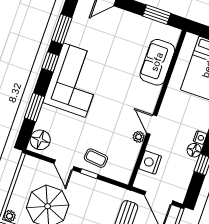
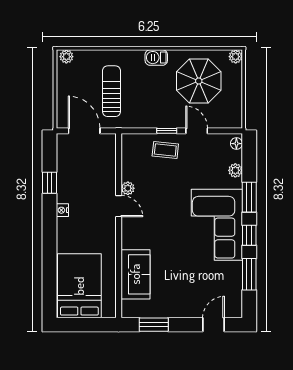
window: (35, 107) -> (249, 197), moved
plant: (43, 120) -> (235, 170), added
floor lamp: (40, 140) -> (236, 144), width x0.53, depth x0.53
floor lamp: (194, 150) -> (64, 195), removed
nightstand: (150, 162) -> (106, 165), removed

